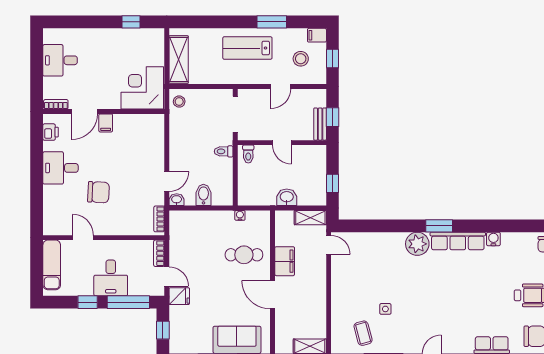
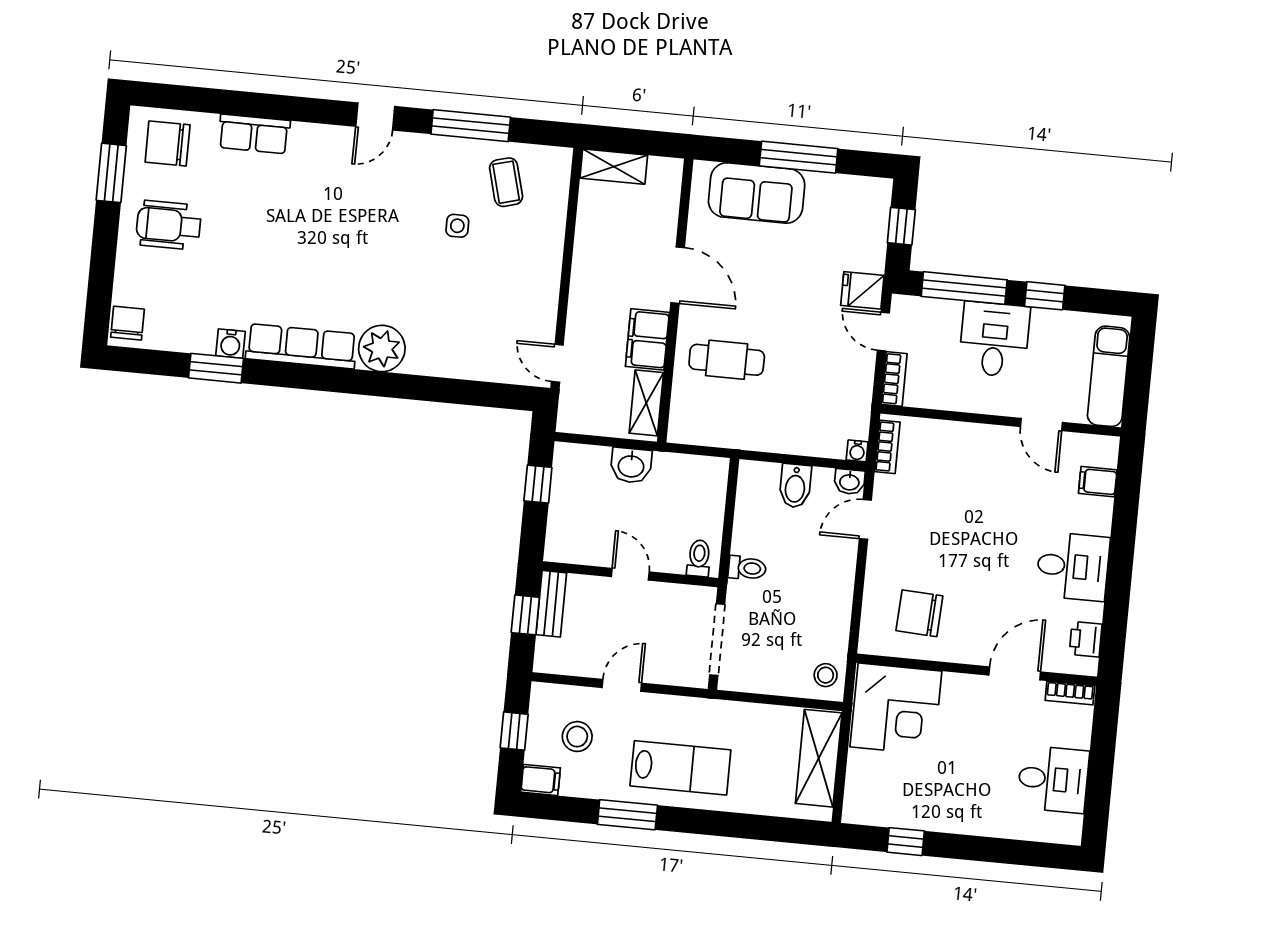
filing cabinet: (106, 123) -> (1098, 482), moved, turned -90
chair: (98, 192) -> (919, 613), moved
water cooler: (240, 215) -> (857, 451), moved
shelving: (310, 218) -> (646, 403), moved, turned 90
window: (439, 226) -> (216, 368), moved

